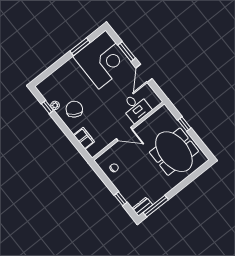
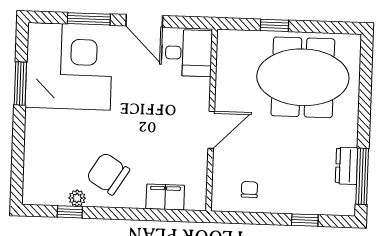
desk: (136, 107) -> (187, 53), moved
dresser: (142, 207) -> (346, 166), moved

